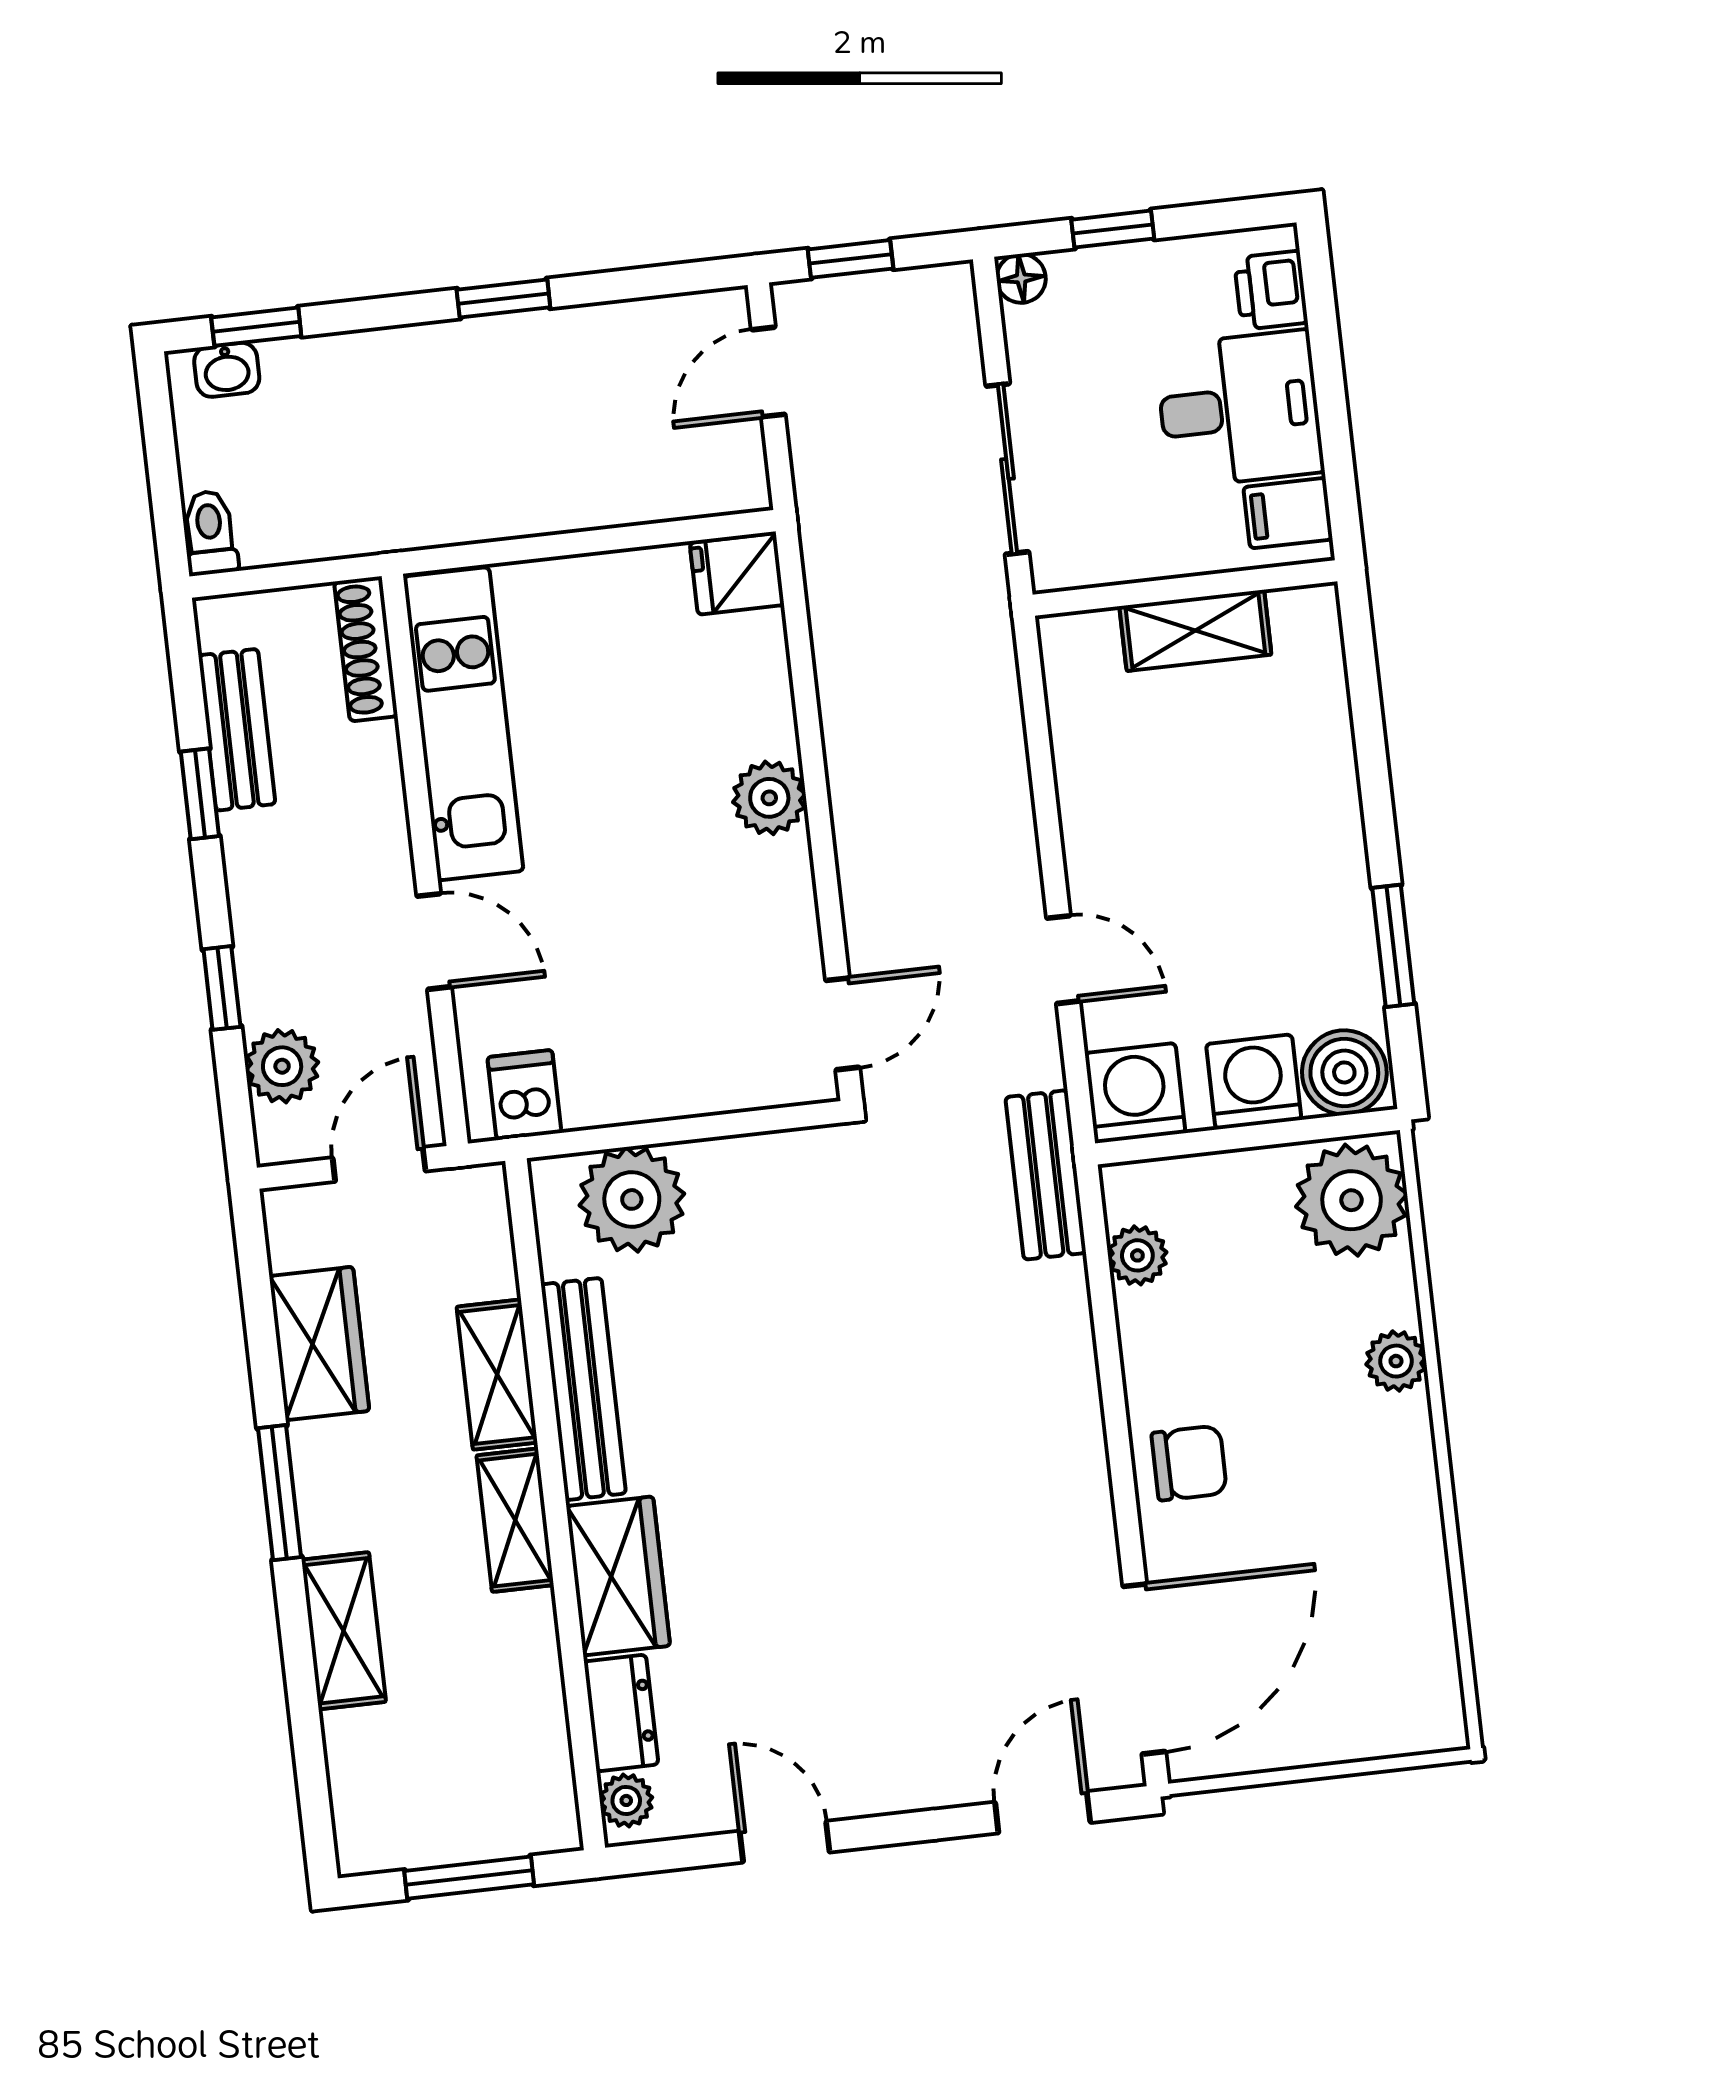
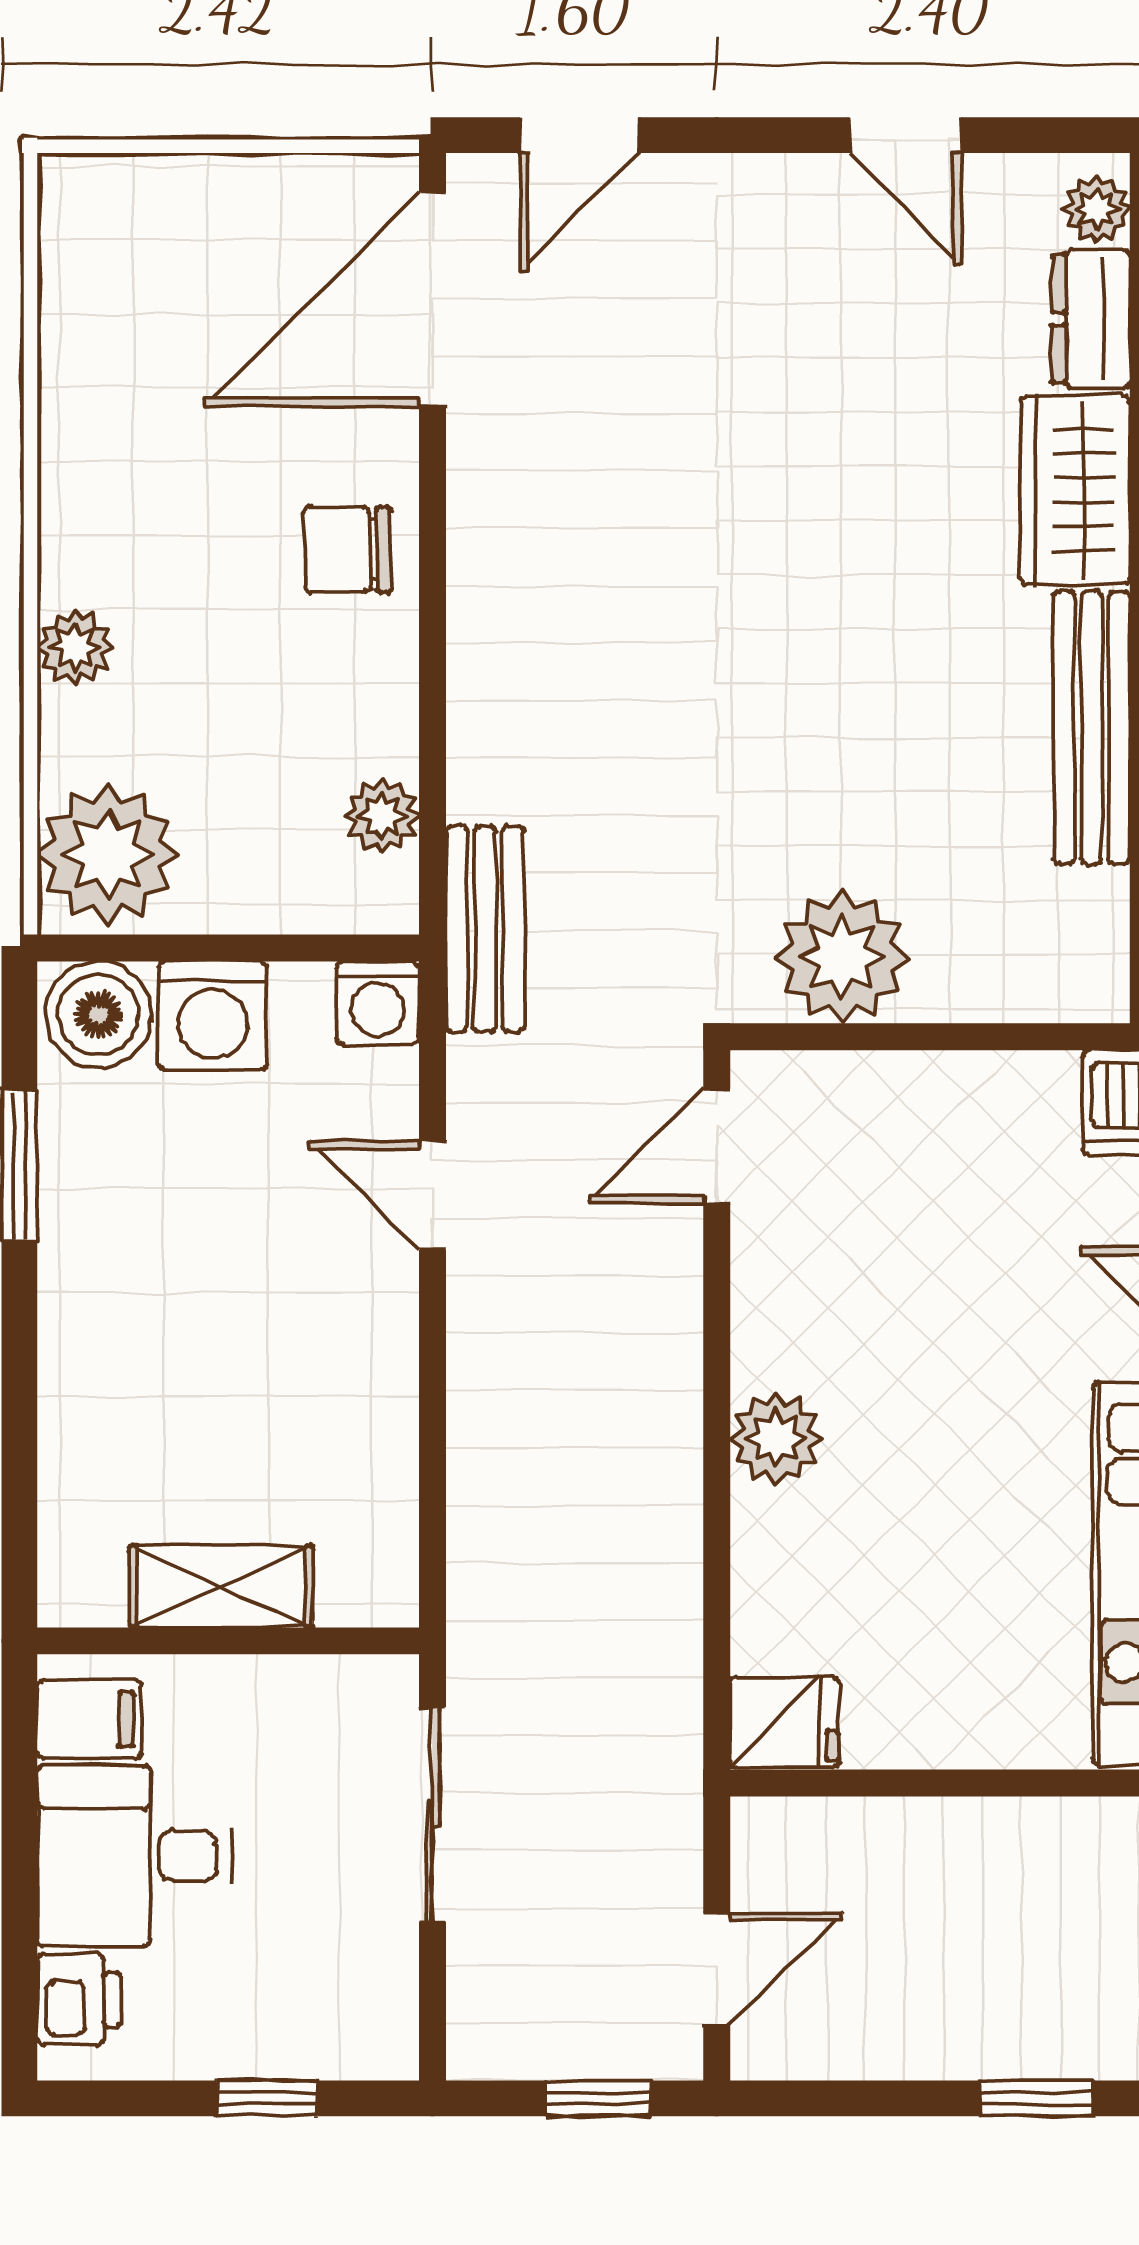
floor lamp: (1021, 278) -> (388, 2050), removed
washing machine: (1135, 1093) -> (378, 1003), width x0.73, depth x0.73
plant: (632, 1199) -> (842, 957), moved

